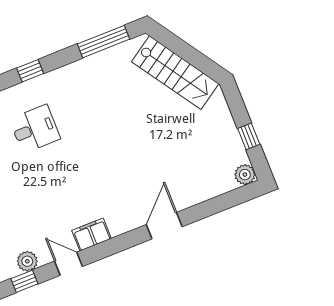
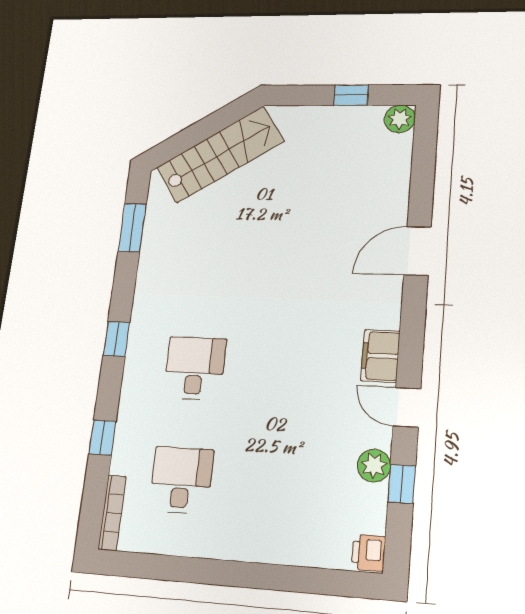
window: (104, 42) -> (132, 228), width x0.69
door: (164, 226) -> (417, 251), hinge flipped
door: (69, 264) -> (407, 407), hinge flipped

